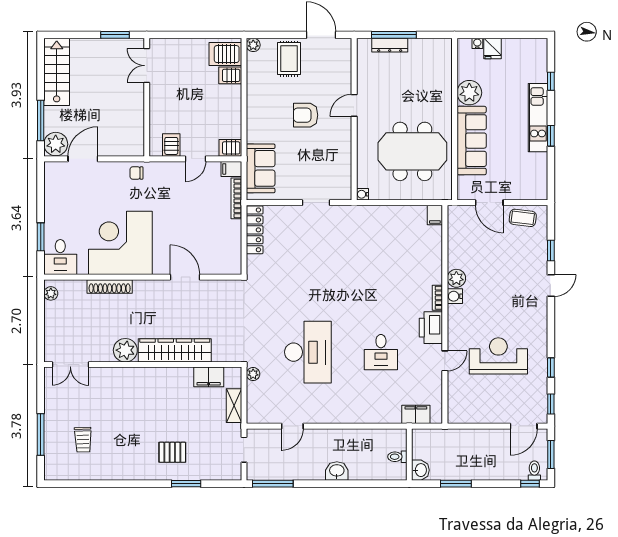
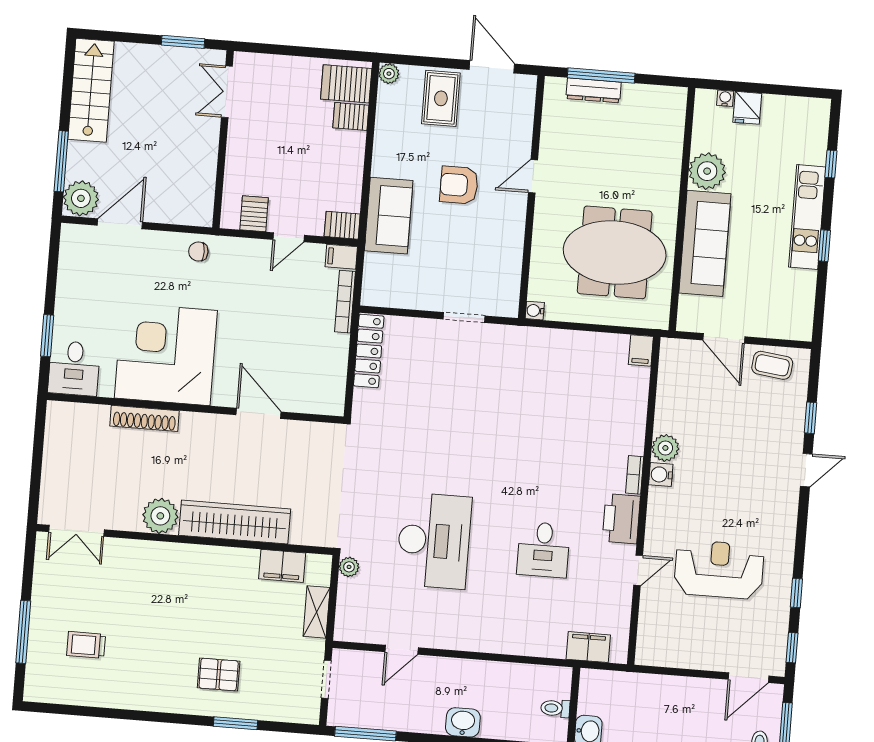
sofa: (261, 168) -> (389, 216), moved
plant: (51, 293) -> (56, 422), removed
trolley: (83, 440) -> (86, 645), turned 92

